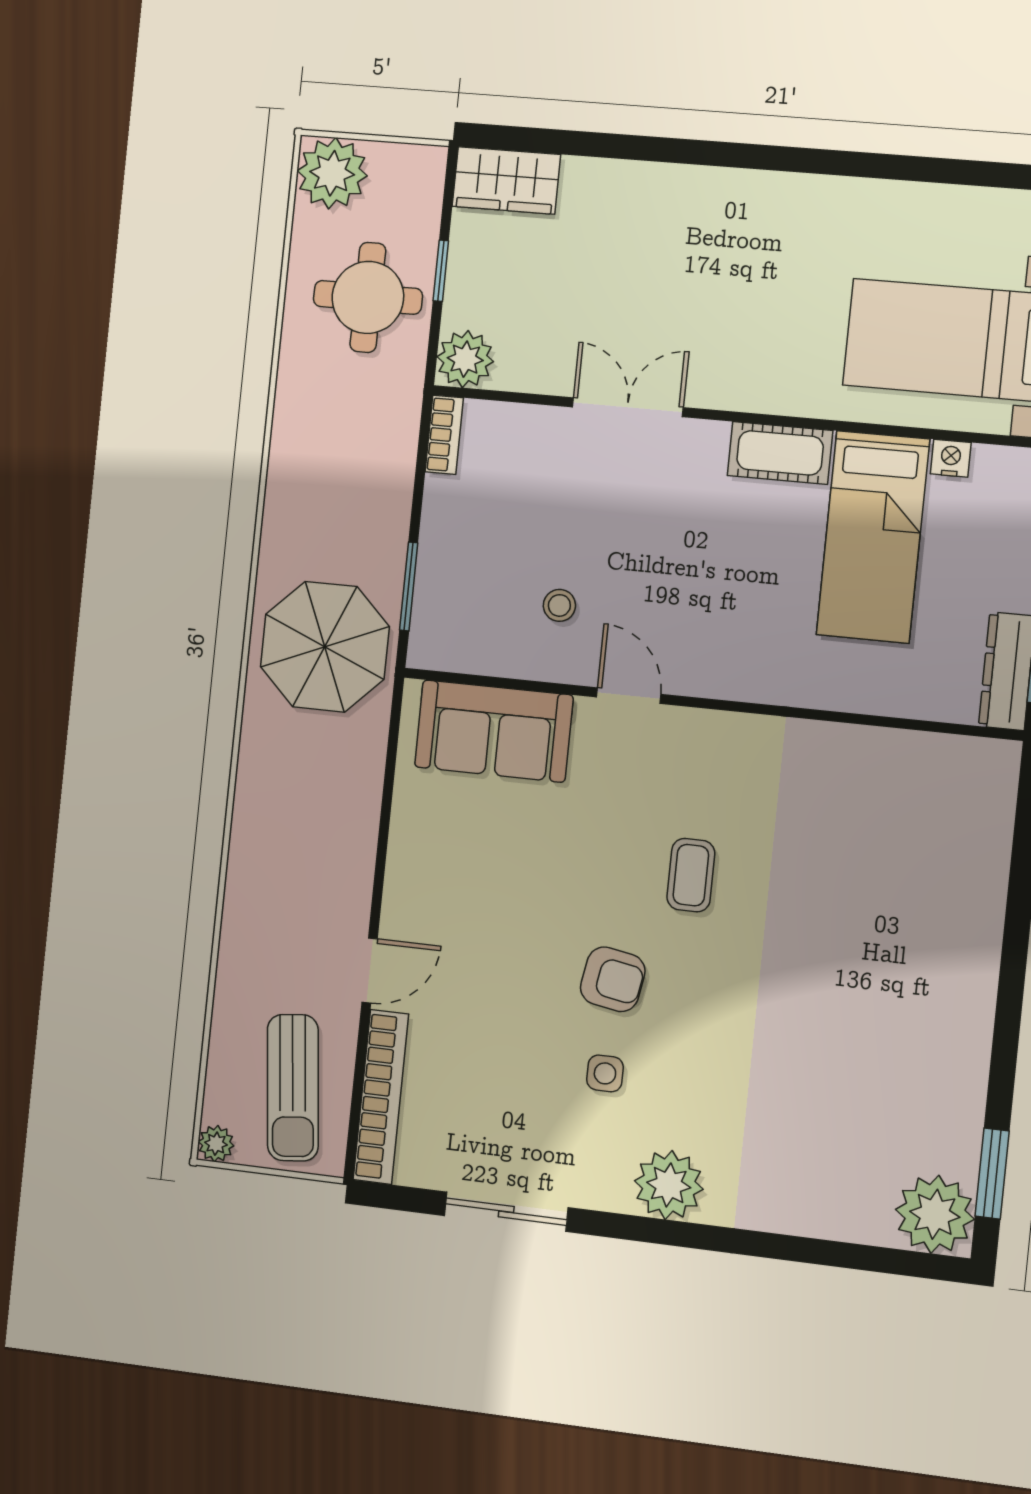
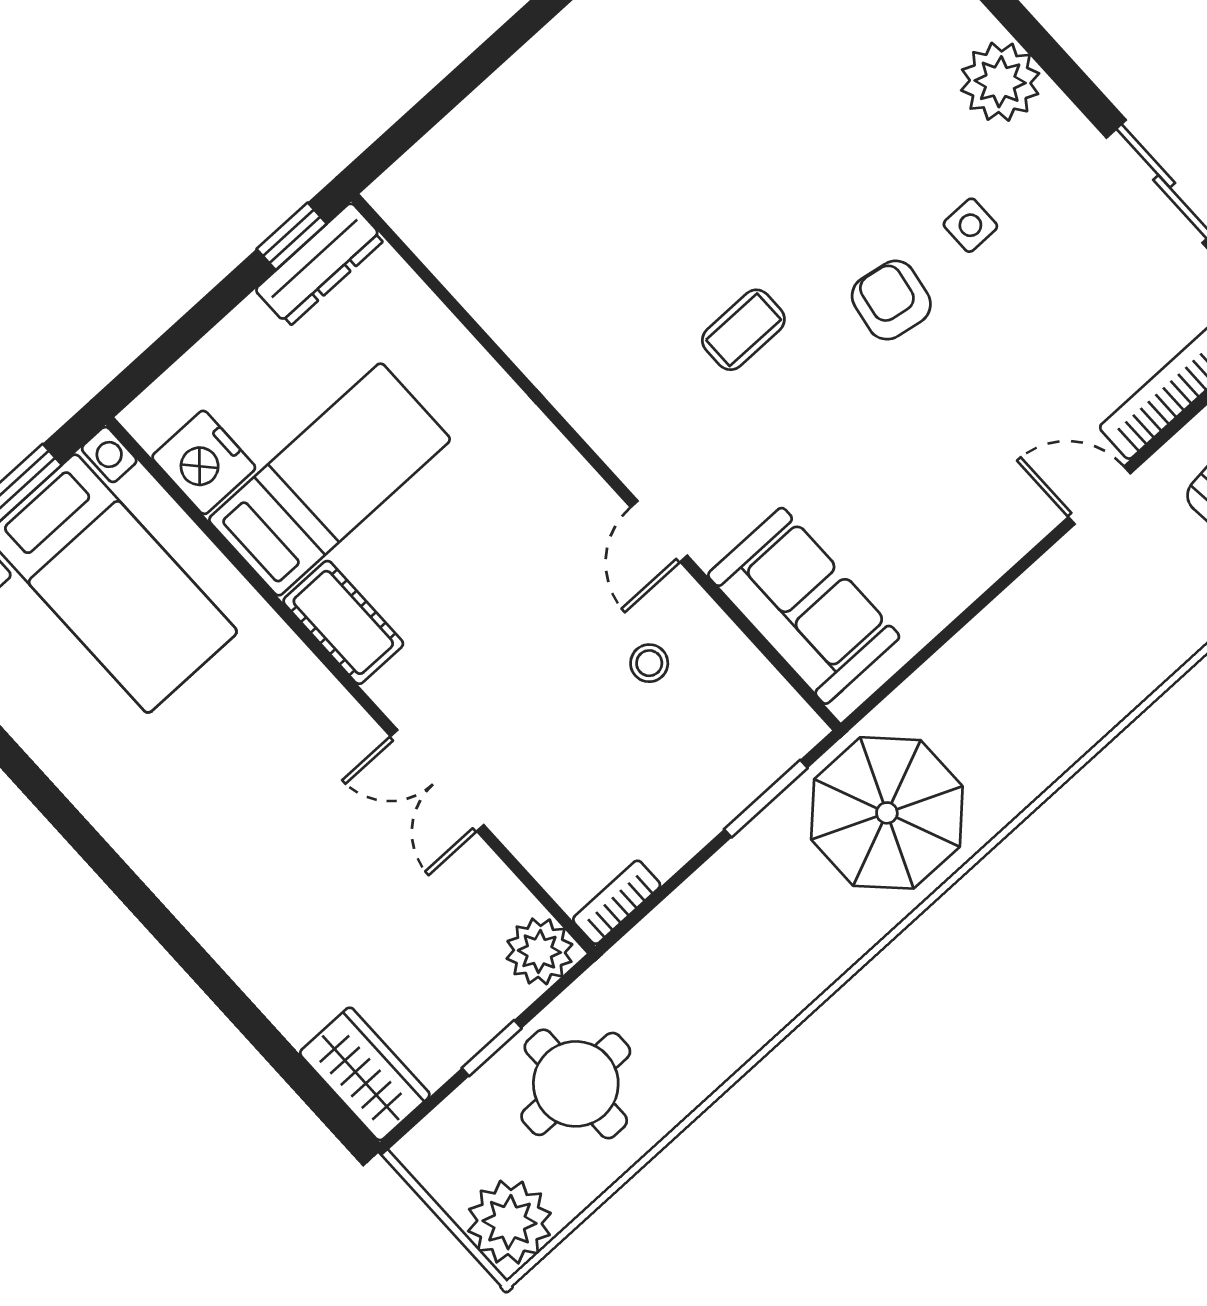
nightstand: (951, 458) -> (204, 462), width x1.89, depth x1.79

